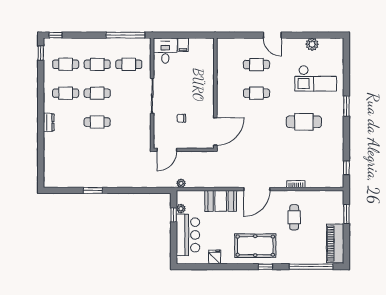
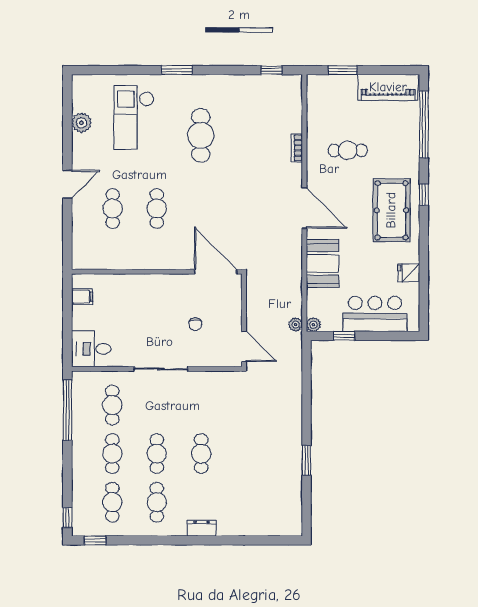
filing cabinet: (183, 45) -> (82, 297), moved
checkout: (316, 78) -> (134, 117), turned 180
plant: (181, 209) -> (313, 325), moved

